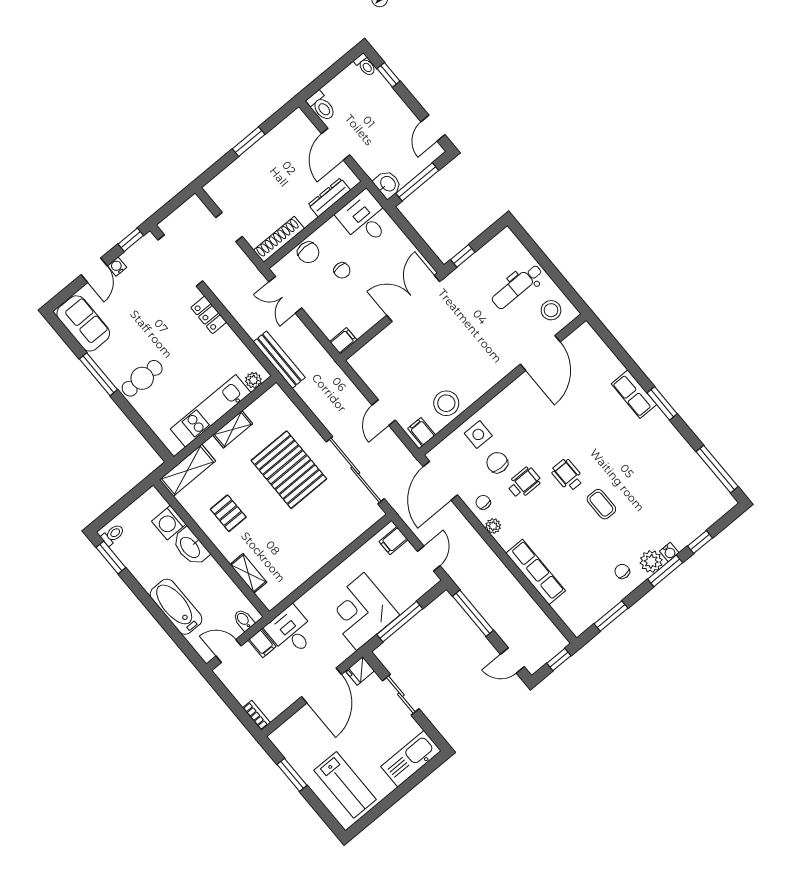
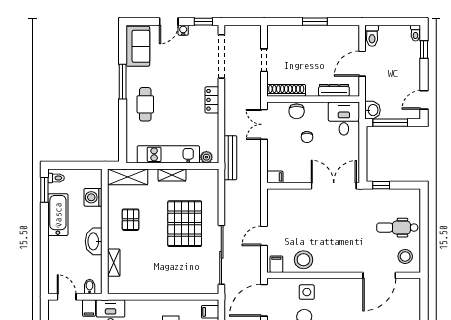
cafe table: (142, 378) -> (145, 104), turned 90
washbasin: (190, 547) -> (94, 241), moved
bathtub: (176, 607) -> (58, 215), moved

